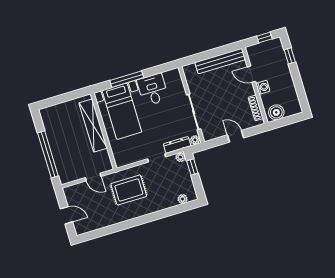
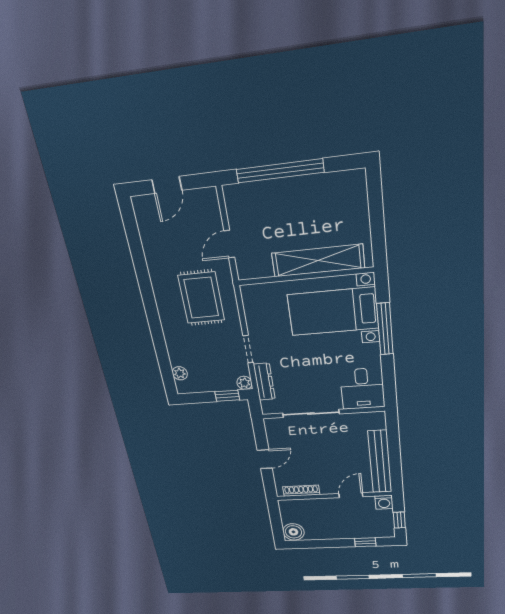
washing machine: (263, 87) -> (384, 502), moved
desk: (153, 90) -> (362, 389), moved, turned 90
boiler: (276, 112) -> (293, 532), moved
plant: (195, 140) -> (268, 407), removed

